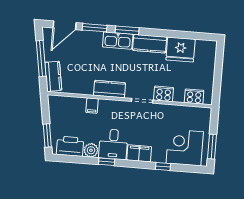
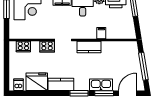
kitchen sink: (118, 41) -> (101, 85), moved
dishwasher: (204, 48) -> (18, 85), added
kitchen counter: (53, 76) -> (133, 53), removed

